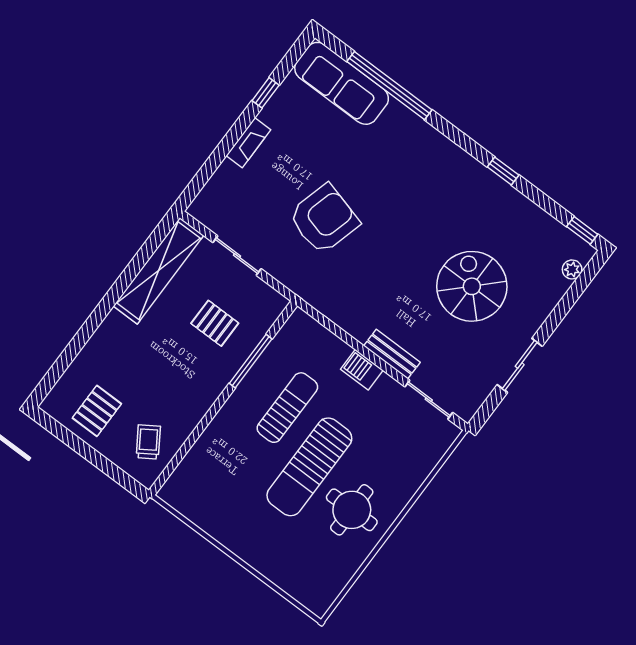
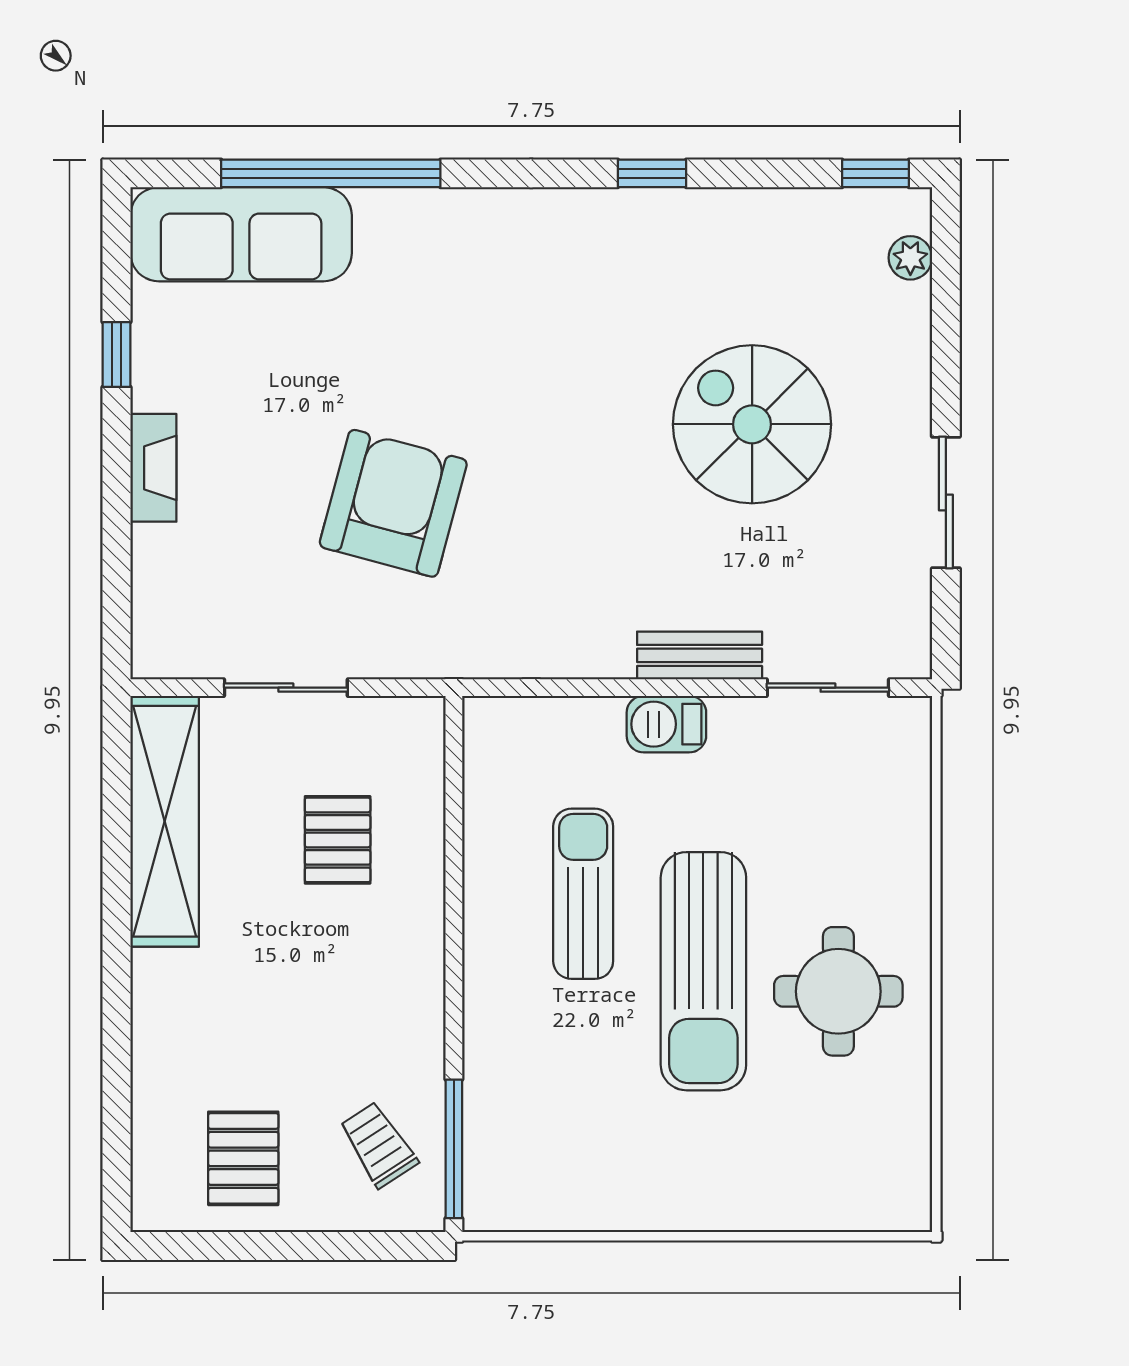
pallet: (215, 323) -> (338, 840), turned 90
window: (251, 361) -> (454, 1149), moved

